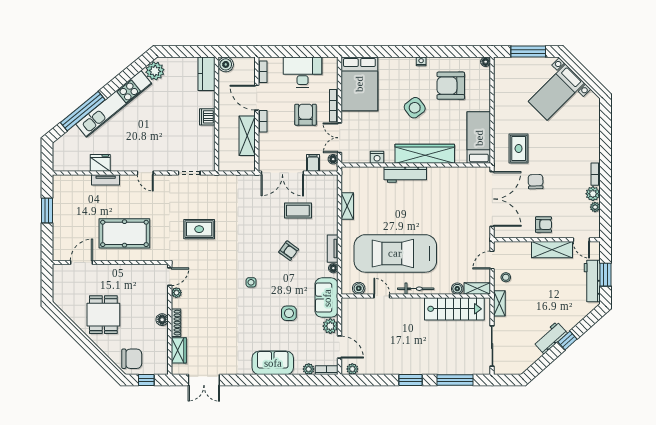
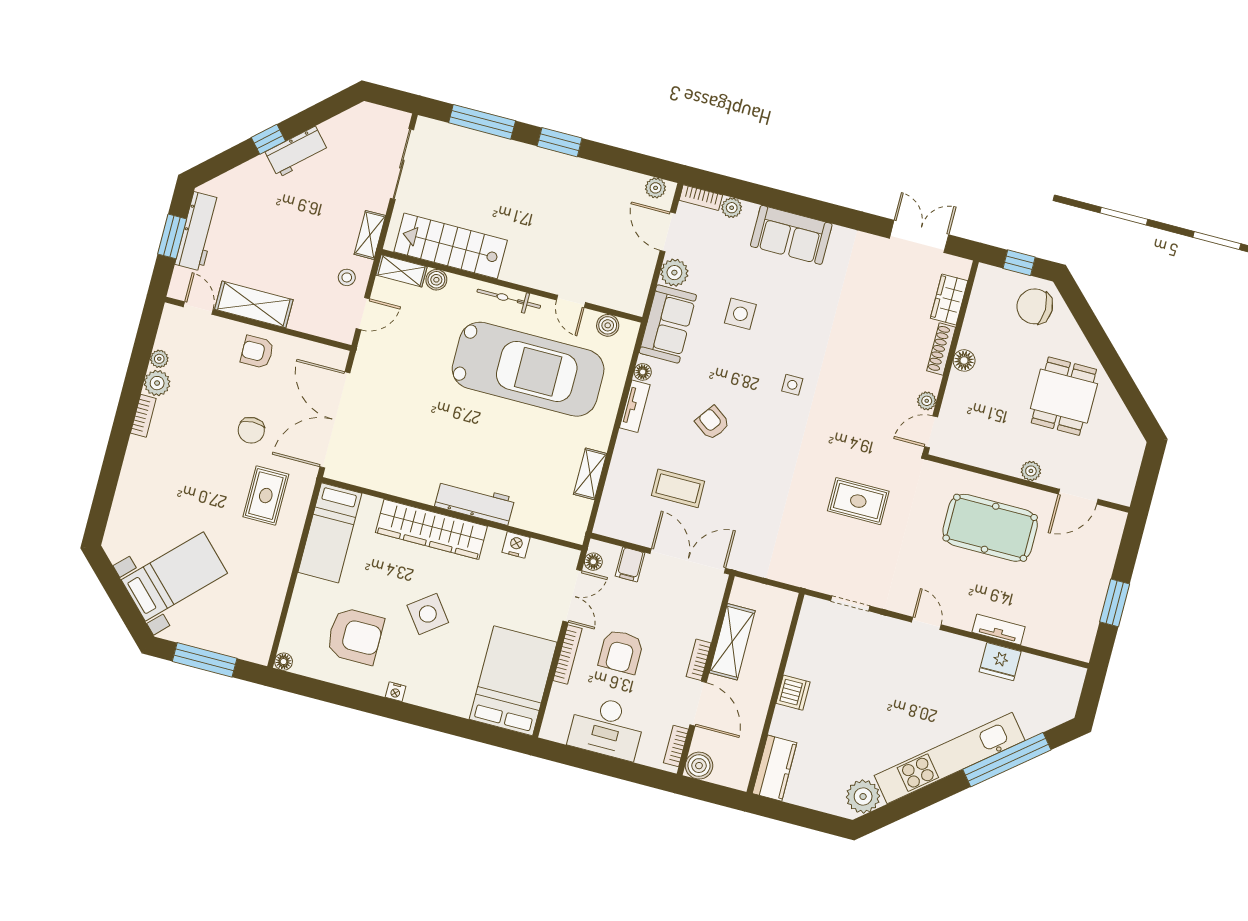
boiler: (226, 64) -> (699, 766), moved
plant: (111, 270) -> (1031, 471), added

